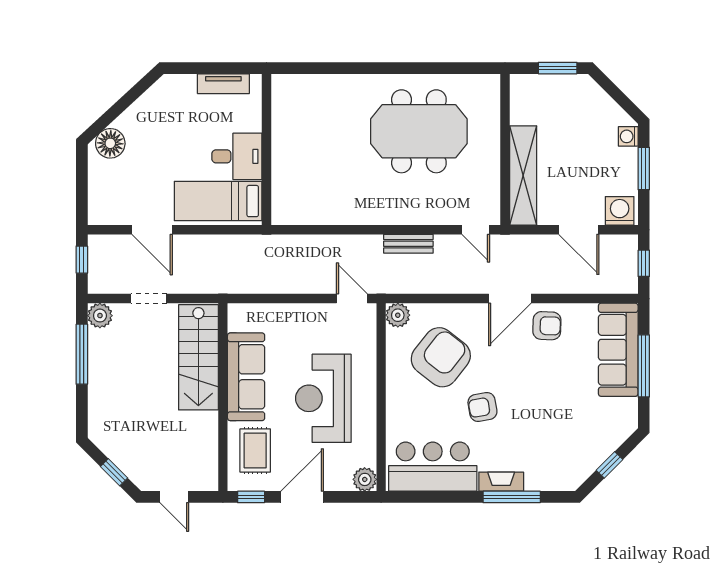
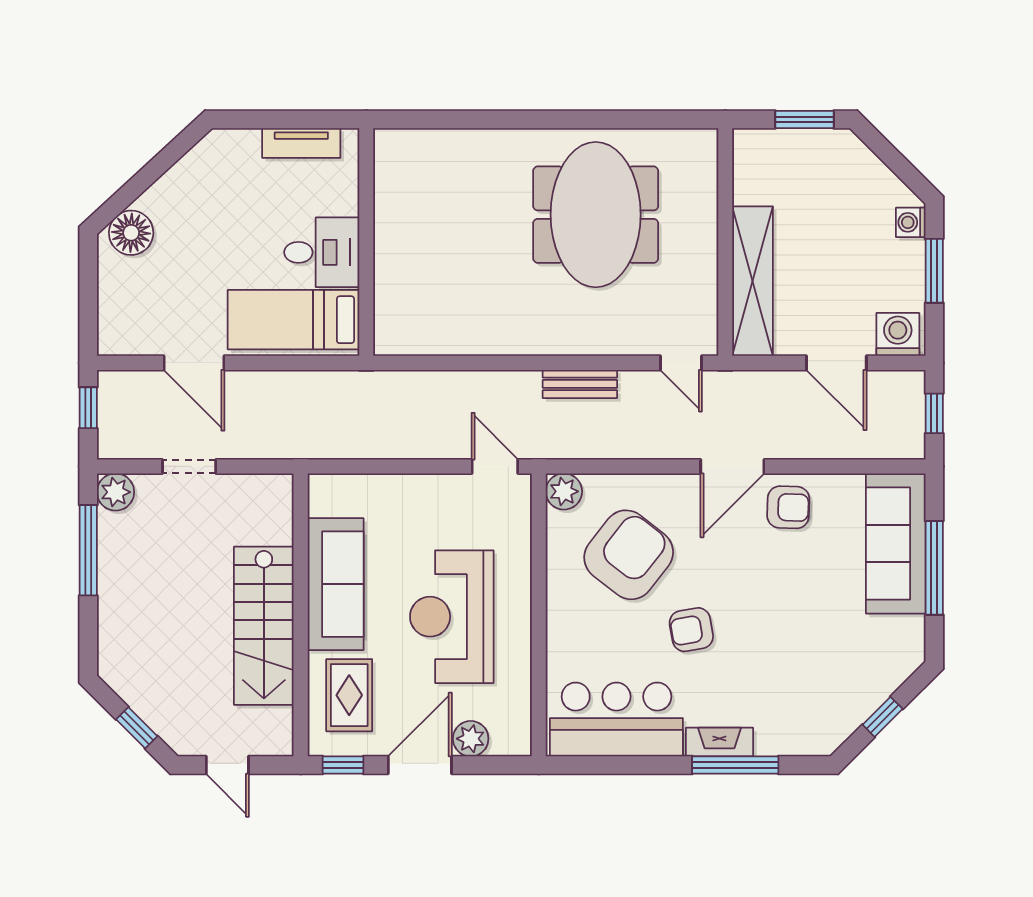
meeting table: (419, 131) -> (596, 215), turned 90
stairs: (198, 357) -> (264, 626), moved
plant: (365, 479) -> (471, 739), moved

